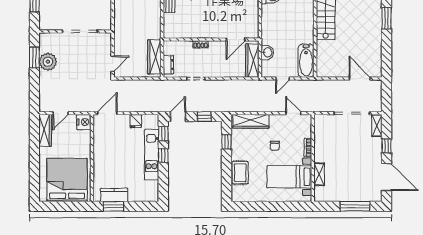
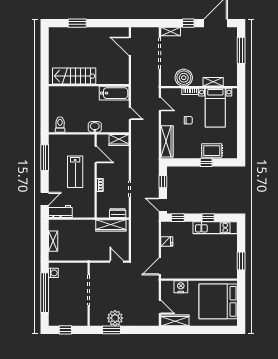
lab bench: (216, 16) -> (75, 172), added
washbasin: (267, 52) -> (95, 127), moved
wardrobe: (252, 61) -> (119, 140), width x0.67
door: (360, 79) -> (130, 46), hinge flipped
door: (107, 113) -> (160, 266), hinge flipped
door: (293, 113) -> (160, 104), swing flipped
nightstand: (84, 122) -> (181, 287), moved
boiler: (324, 141) -> (184, 78), added
window: (227, 142) -> (206, 162), moved
kitchen unit: (152, 155) -> (215, 228), moved
window: (163, 155) -> (208, 218), moved
kitchen counter: (114, 195) -> (231, 260), removed

